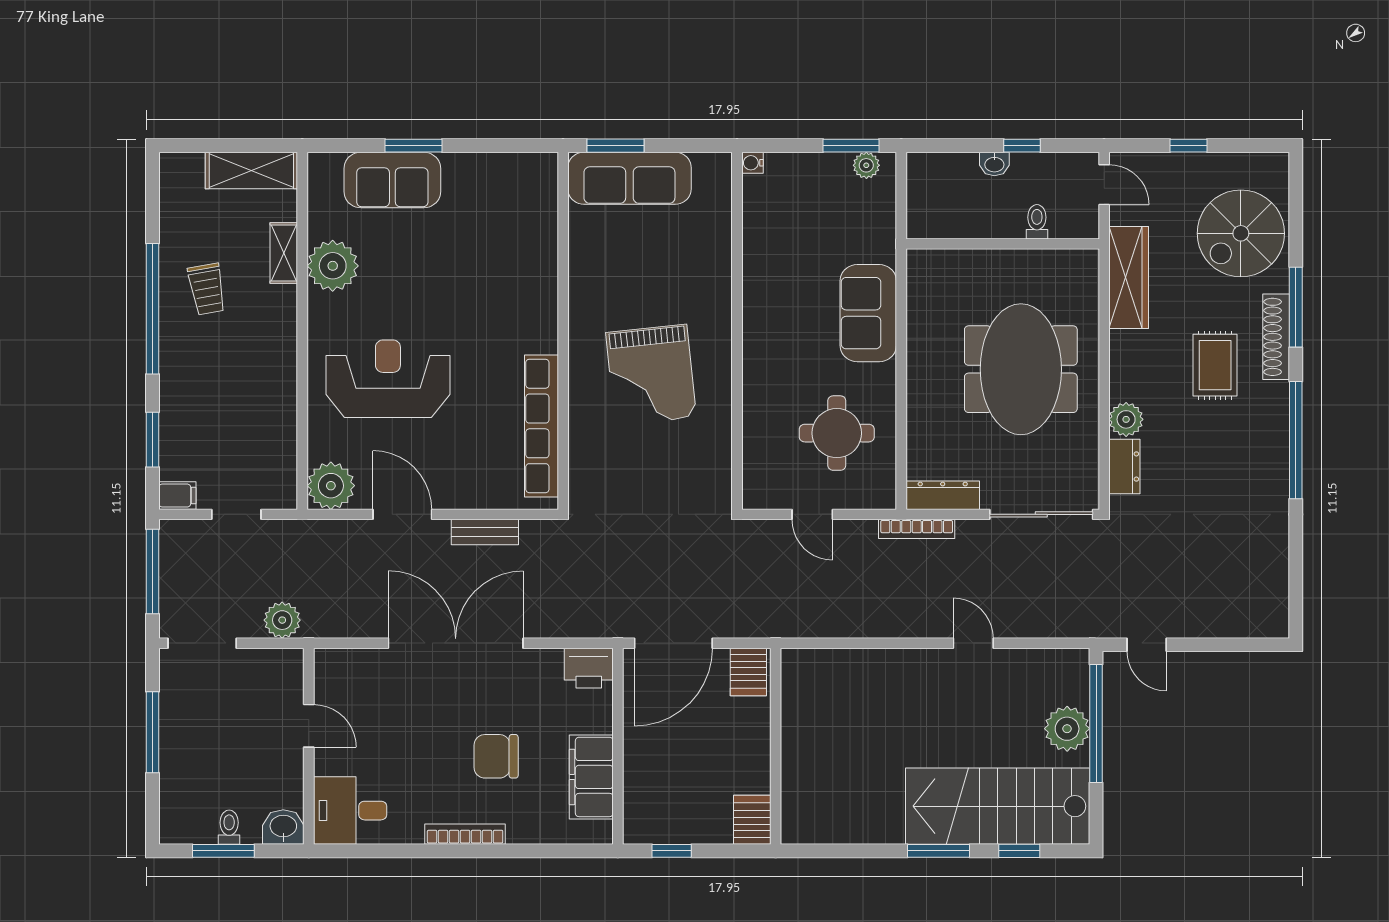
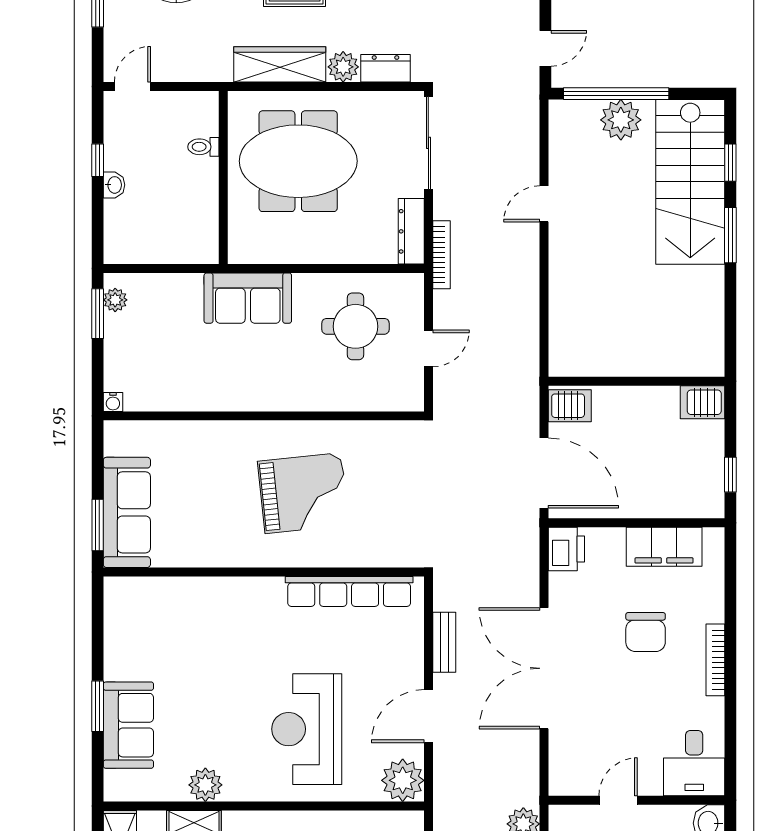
toilet: (1037, 222) -> (203, 147), moved
wall: (1003, 244) -> (223, 178), moved
plant: (333, 266) -> (205, 785), width x0.73, depth x0.73
wardrobe: (1129, 278) -> (280, 64), moved

